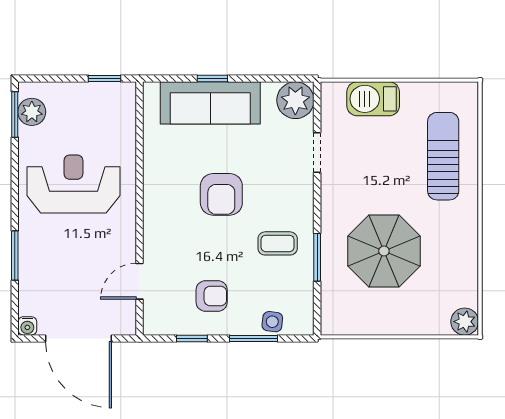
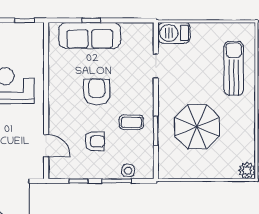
barbecue: (373, 99) -> (174, 33), moved
plant: (295, 100) -> (142, 34), removed
armchair: (221, 194) -> (97, 92), turned 180
door: (139, 281) -> (46, 146), swing flipped
armchair: (212, 296) -> (95, 141), moved

